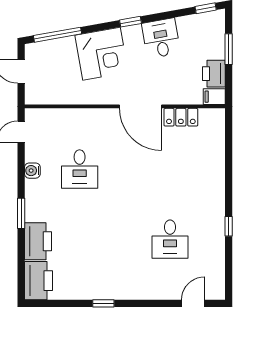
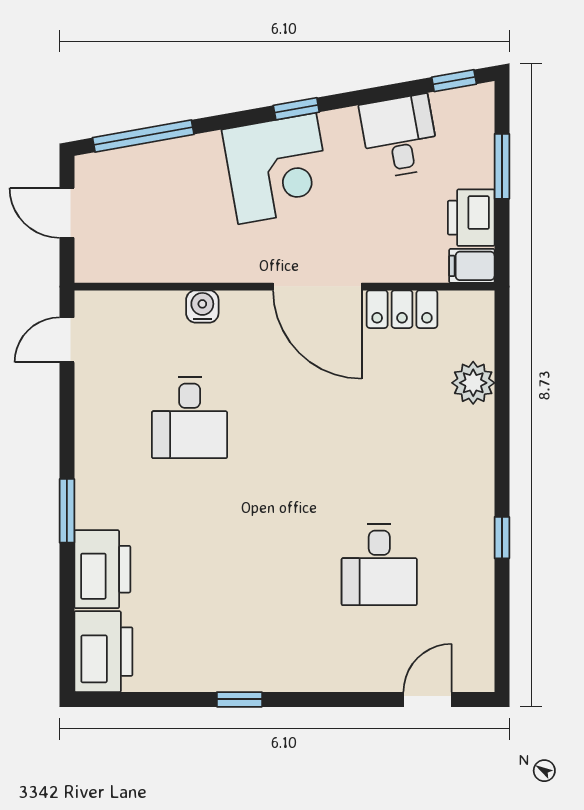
desk: (161, 38) -> (399, 136), moved
corner desk: (101, 54) -> (277, 169), moved
plant: (215, 152) -> (473, 383), added
water cooler: (32, 171) -> (202, 306), moved, turned 90

